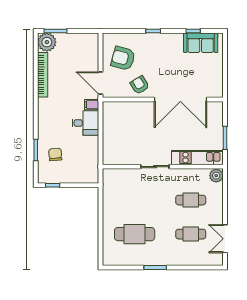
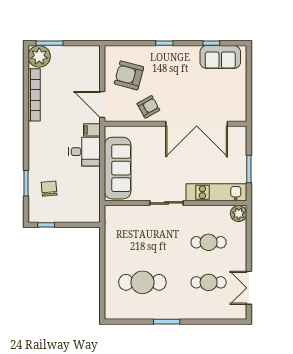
armchair: (140, 85) -> (148, 107), turned 92
sofa: (113, 137) -> (118, 168), added

